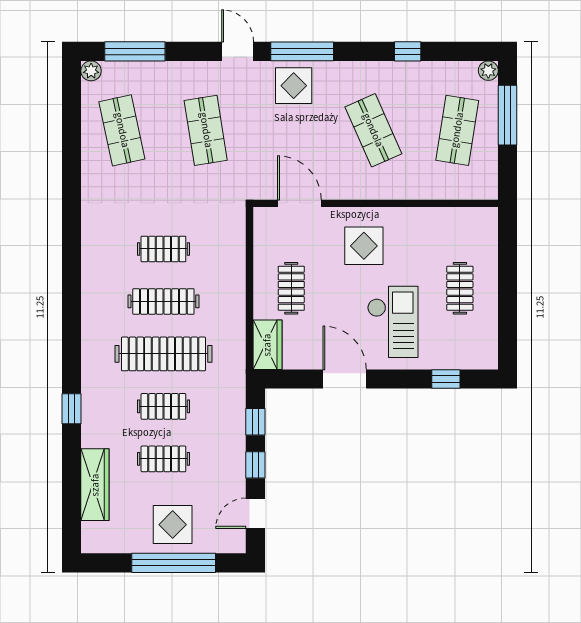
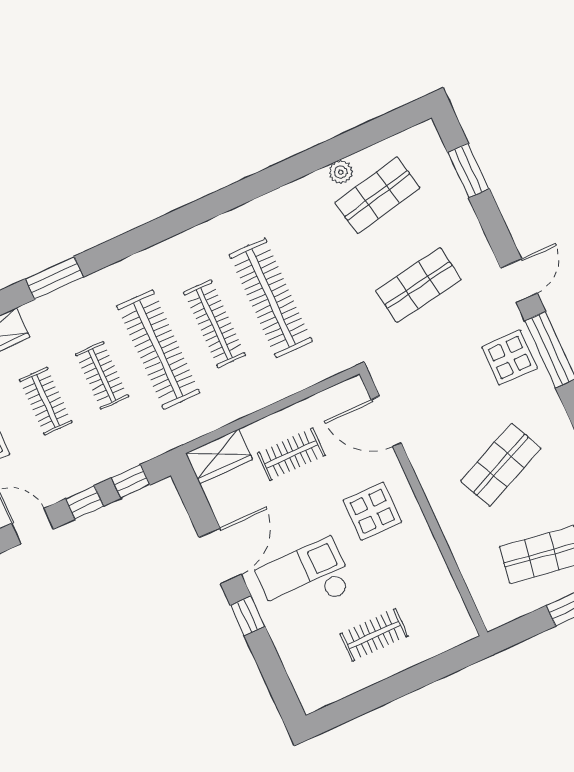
window: (135, 51) -> (468, 170), width x0.69
plant: (91, 71) -> (341, 172), moved
door: (299, 203) -> (386, 421), swing flipped
clothes rail: (163, 249) -> (271, 298), width x1.86, depth x1.31
checkout: (393, 322) -> (305, 579), turned 180
window: (446, 379) -> (248, 616), moved
window: (72, 409) -> (54, 278), width x1.50

